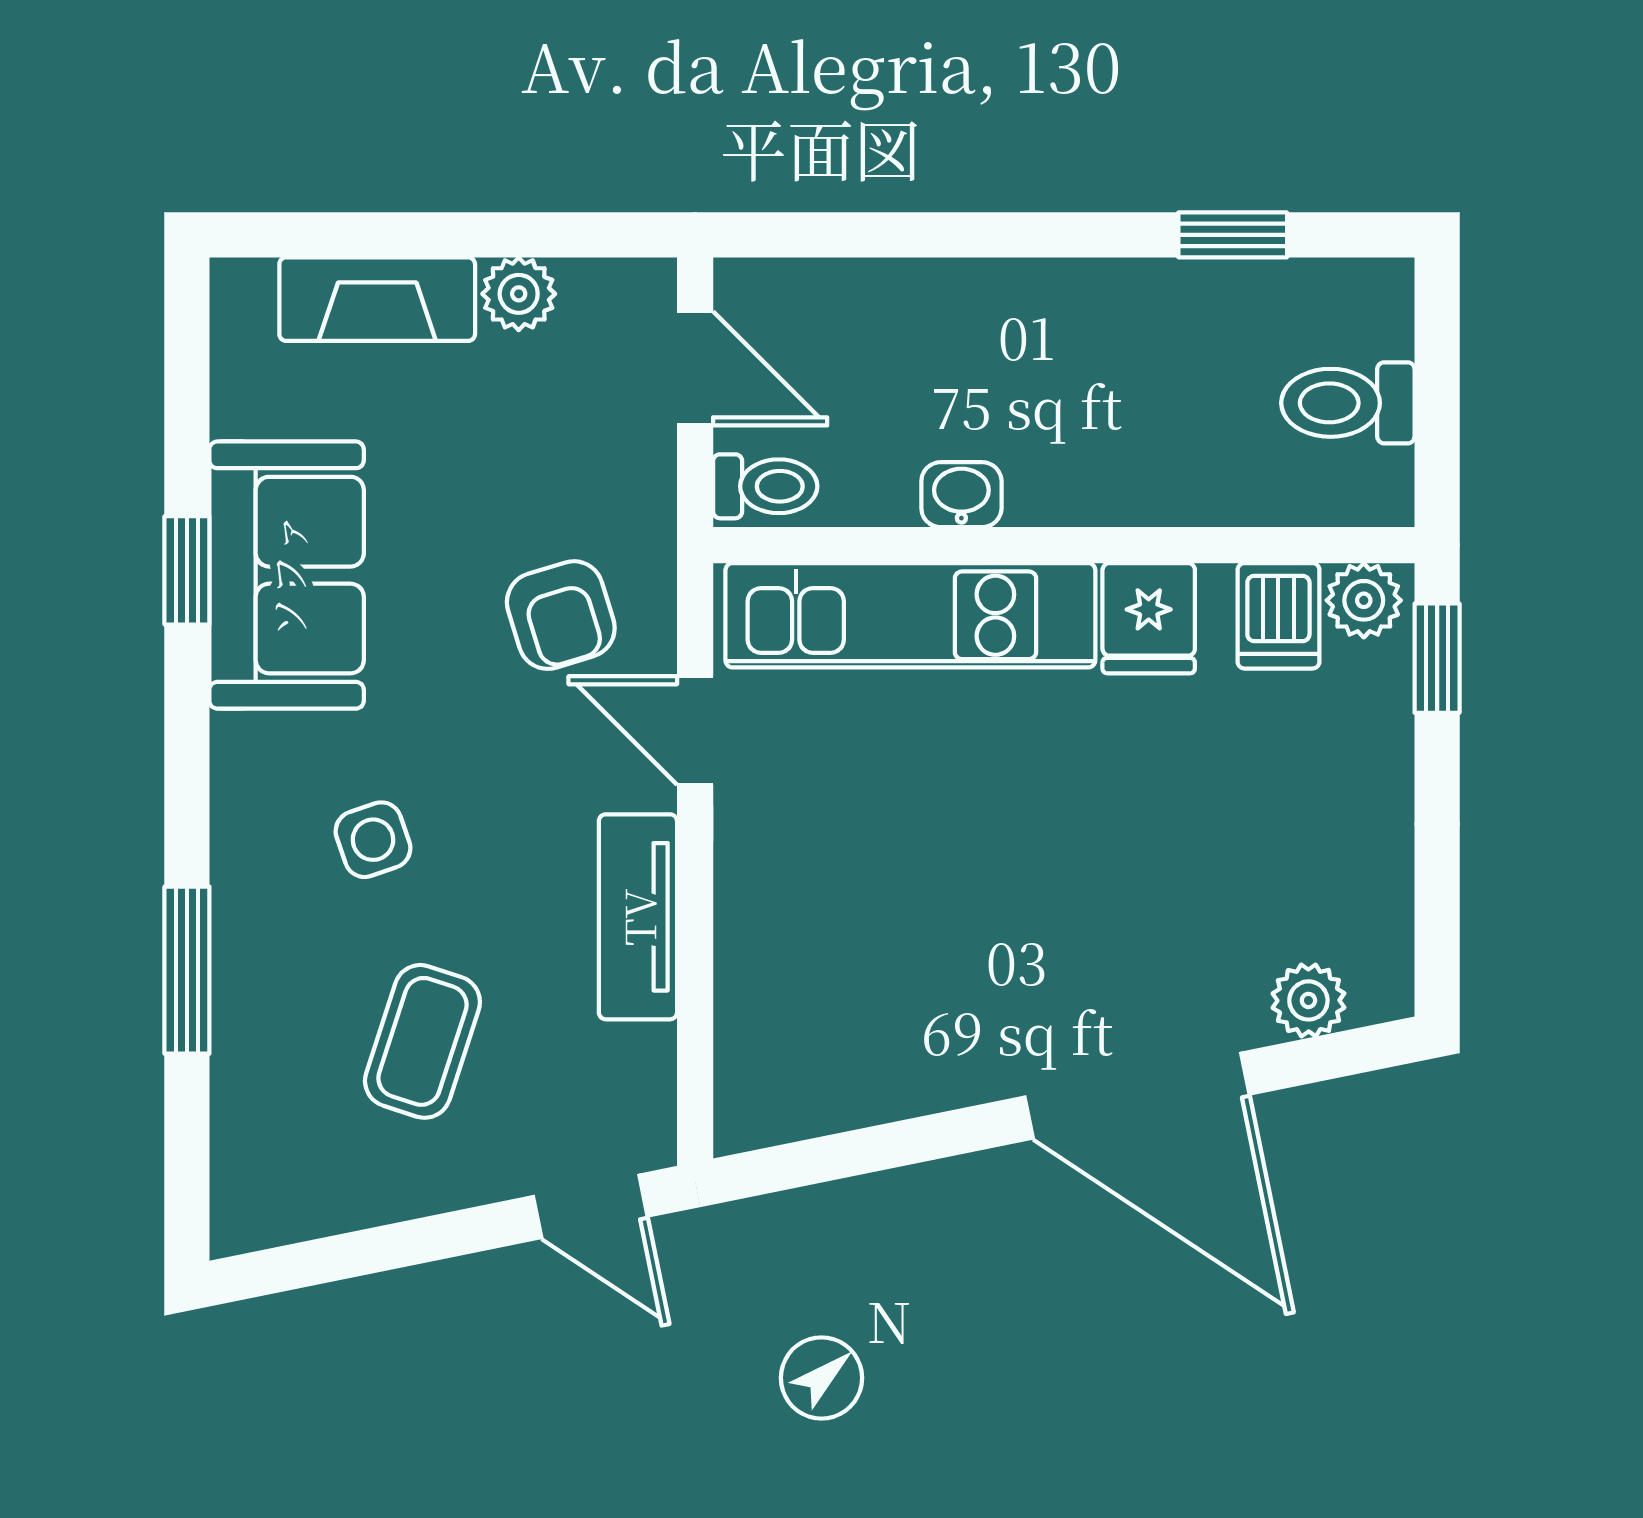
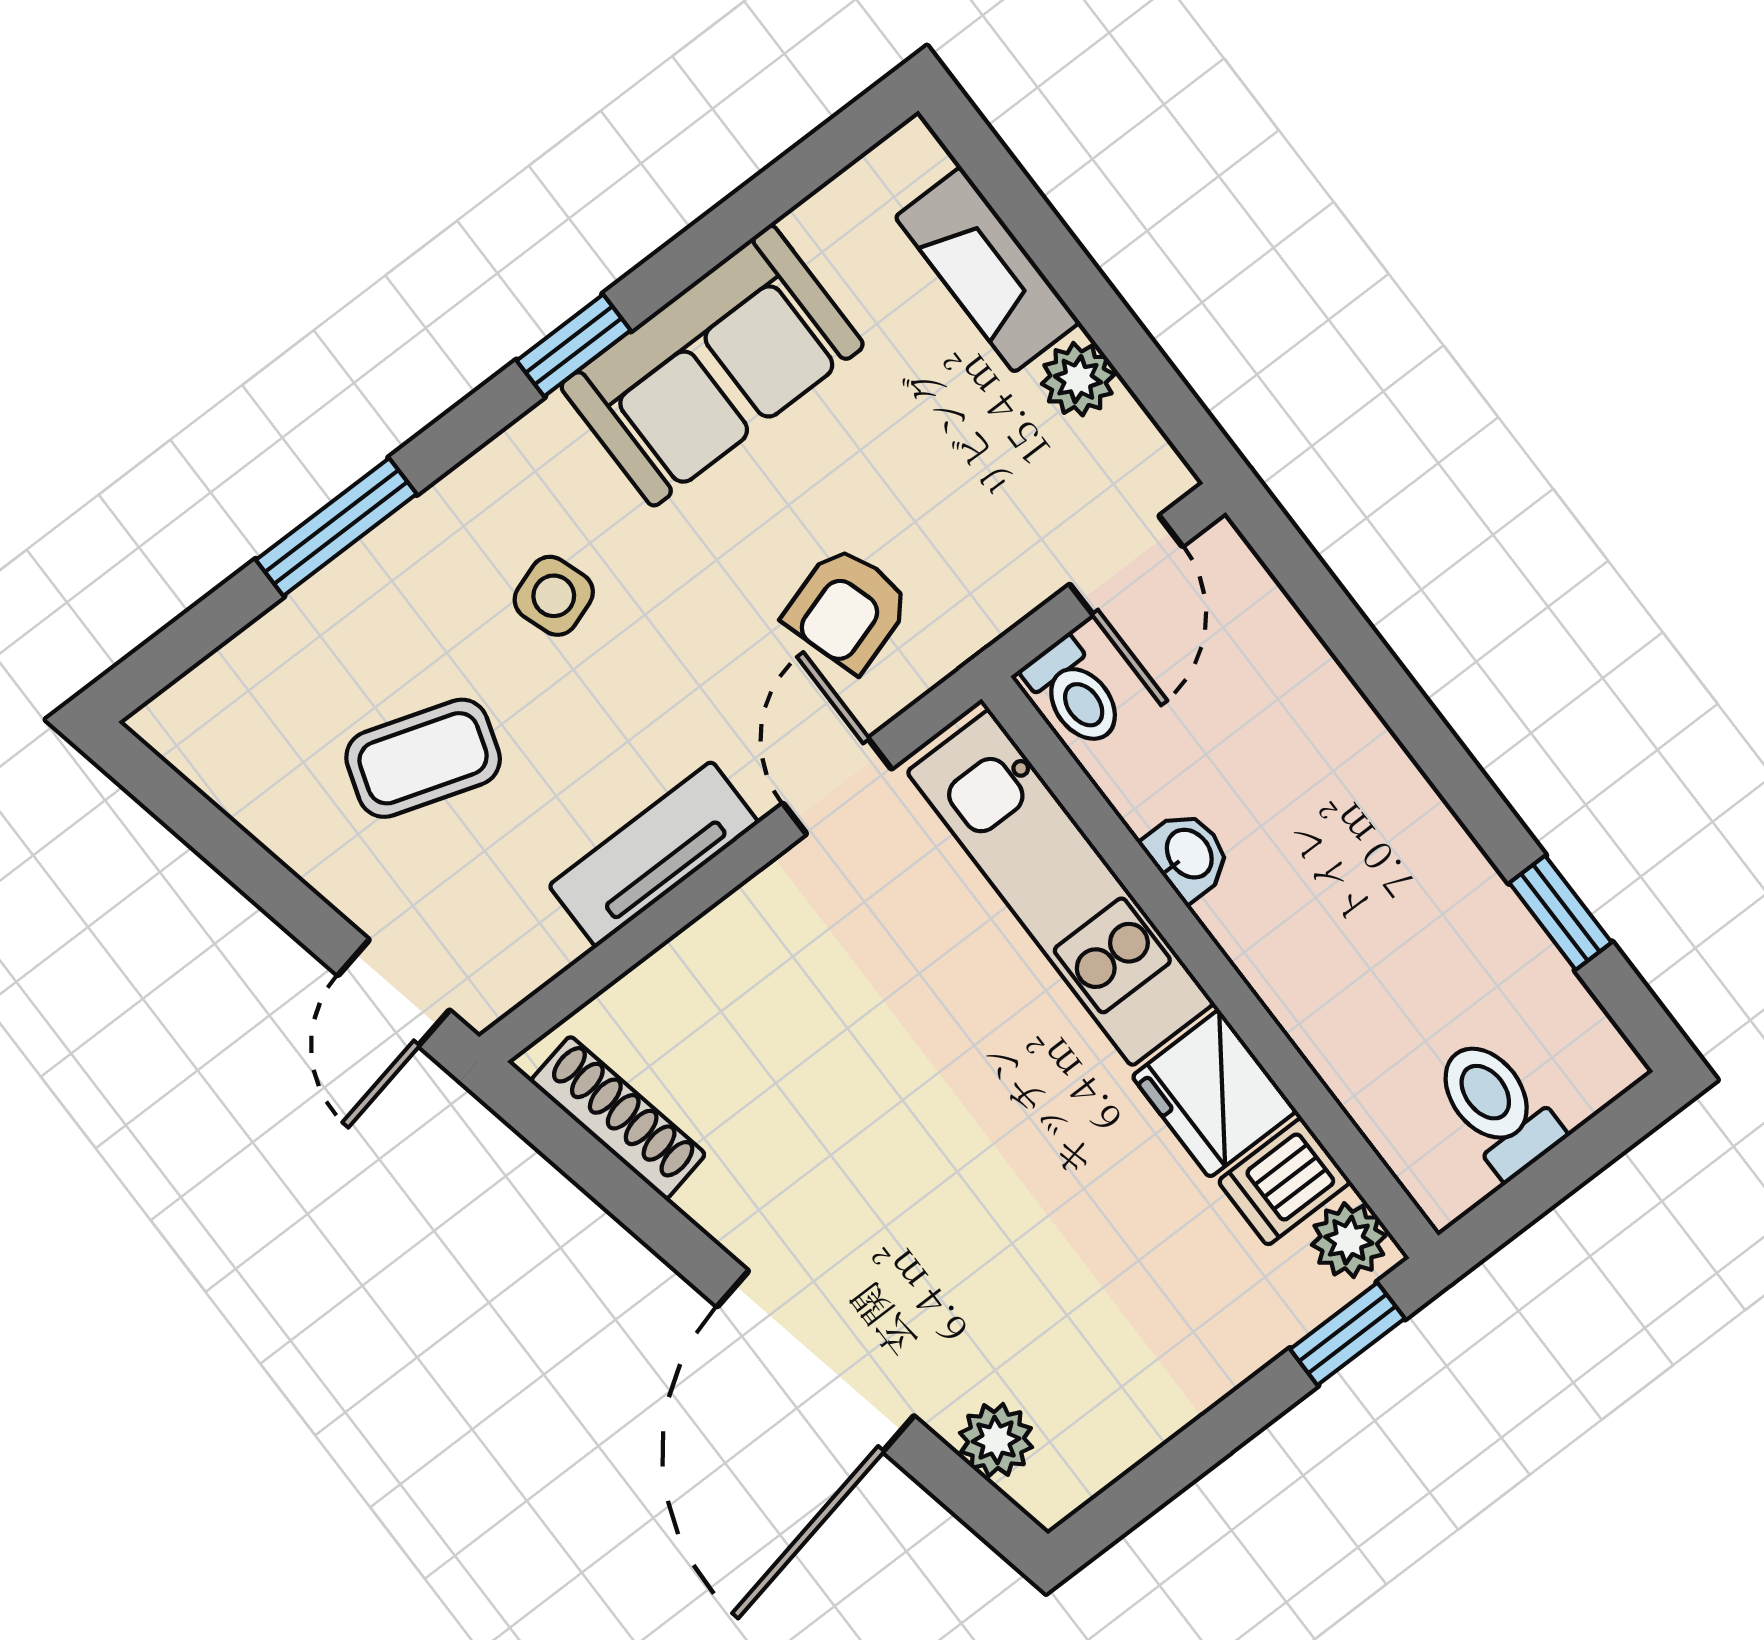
window: (187, 570) -> (574, 345), moved
fridge: (1149, 618) -> (1214, 1094), width x1.38
shoe rack: (825, 1105) -> (618, 1118), added

